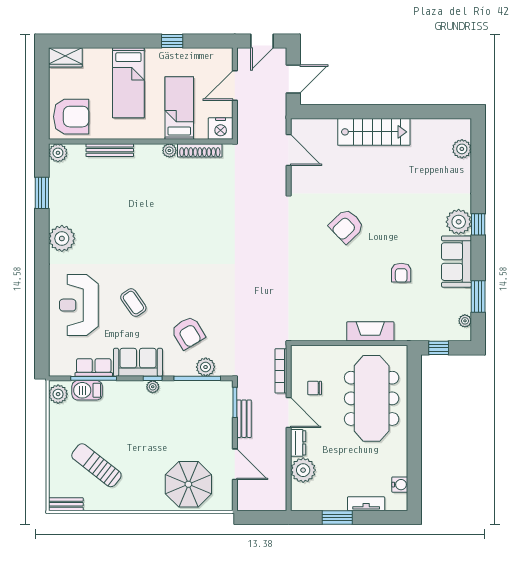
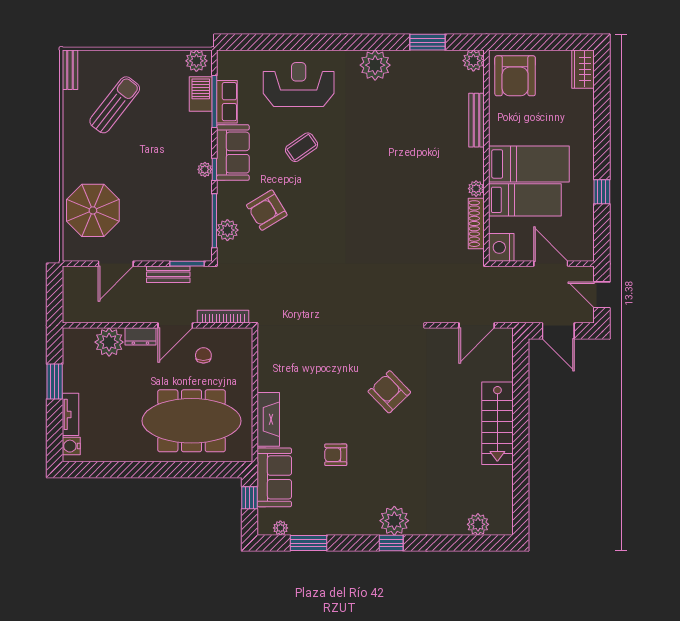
bed: (128, 83) -> (529, 164), moved, turned 180
sofa: (456, 262) -> (274, 477), moved, turned 90
water cooler: (400, 485) -> (71, 446), moved, turned 90

